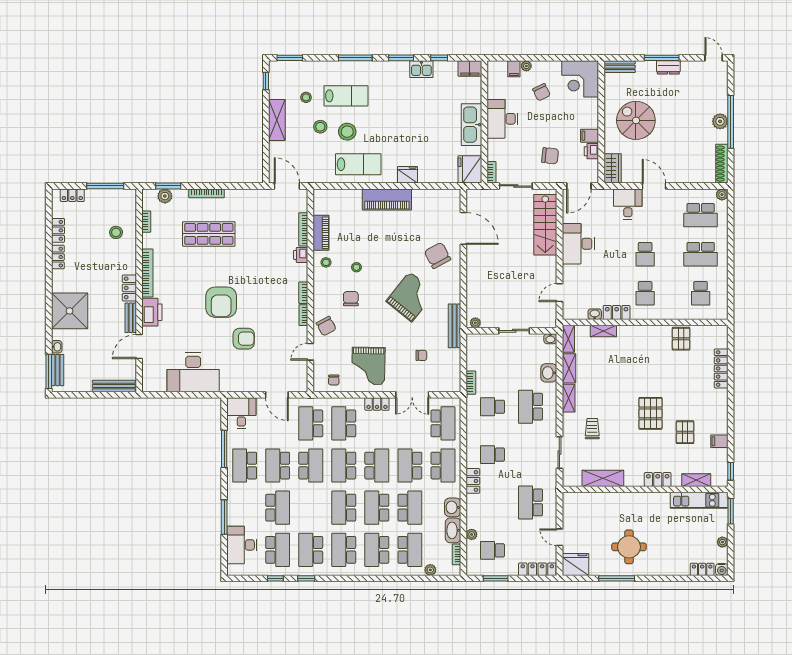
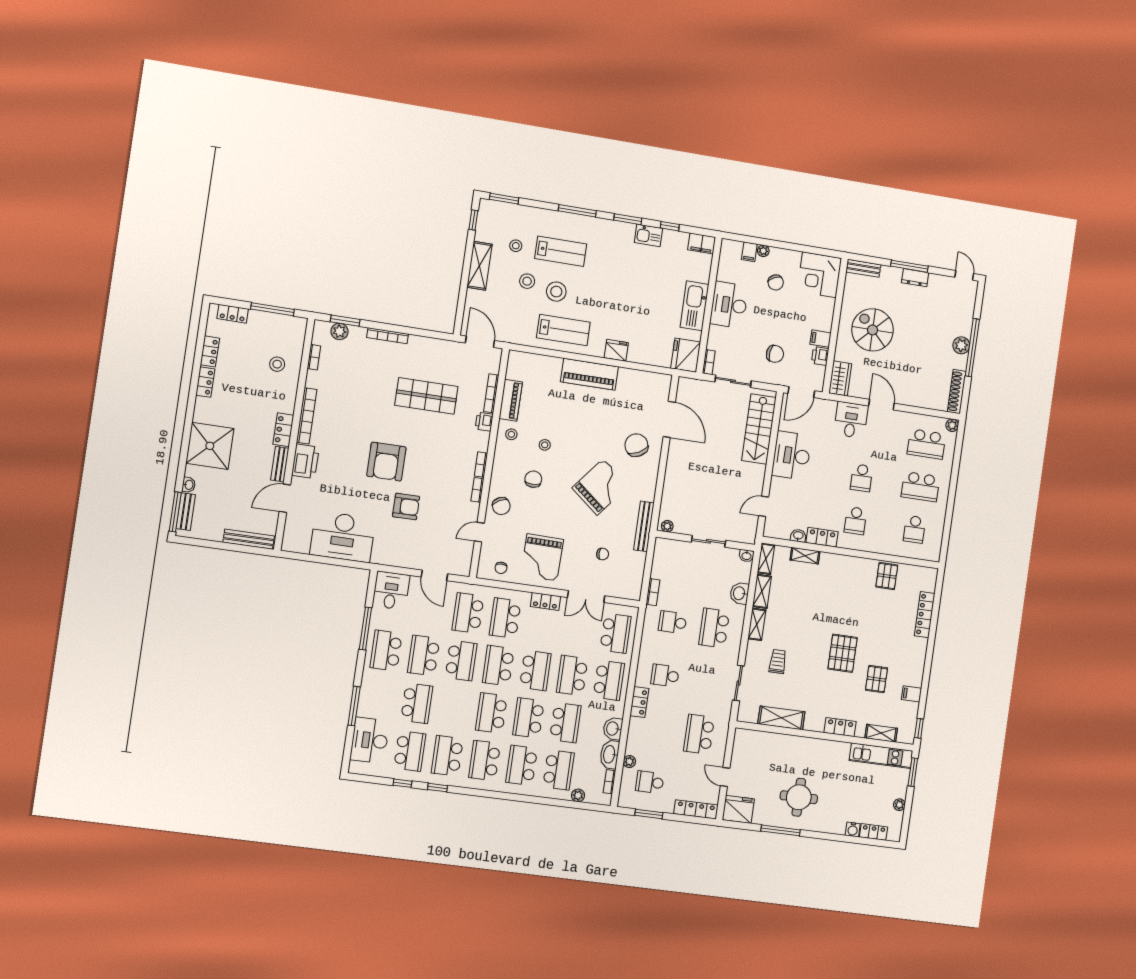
shop shelf: (209, 234) -> (426, 396), moved
water cooler: (722, 570) -> (853, 829), moved

